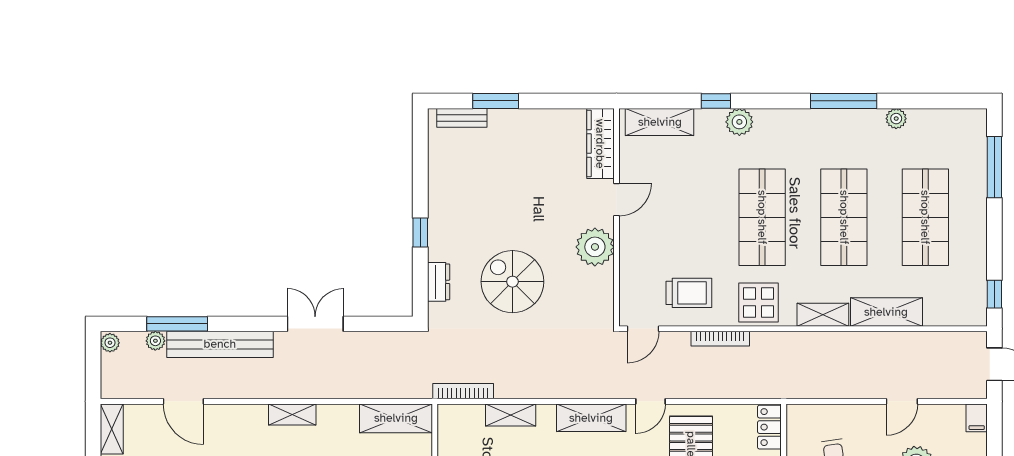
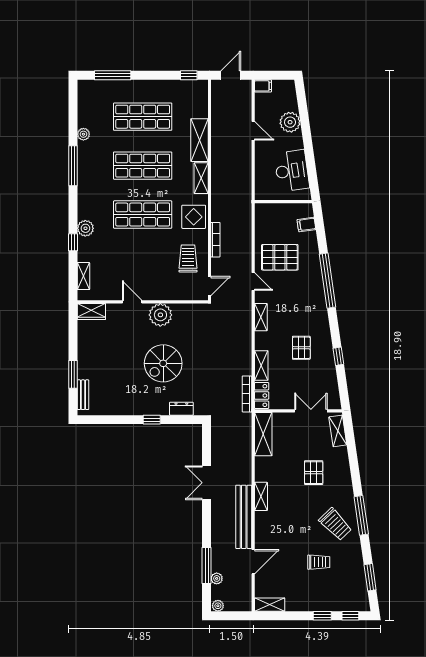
shelving: (660, 122) -> (83, 276), width x0.67, depth x0.75
wardrobe: (600, 144) -> (91, 312), width x0.67
spiral stairs: (512, 282) -> (163, 363), moved
door: (643, 329) -> (210, 286), hinge flipped
bench: (220, 344) -> (244, 517), moved
shelving: (591, 418) -> (261, 317), width x0.67, depth x0.75
locker: (769, 427) -> (262, 396), moved, turned -90

